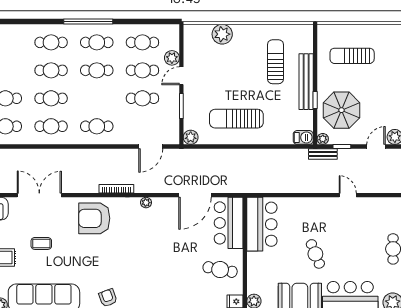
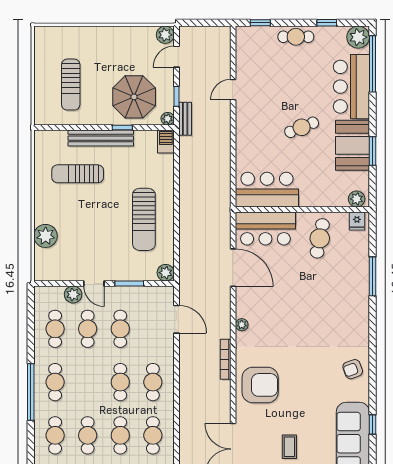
cafe table: (97, 70) -> (120, 382), moved
door: (376, 147) -> (176, 57), hinge flipped
armchair: (94, 218) -> (260, 385), turned -90

